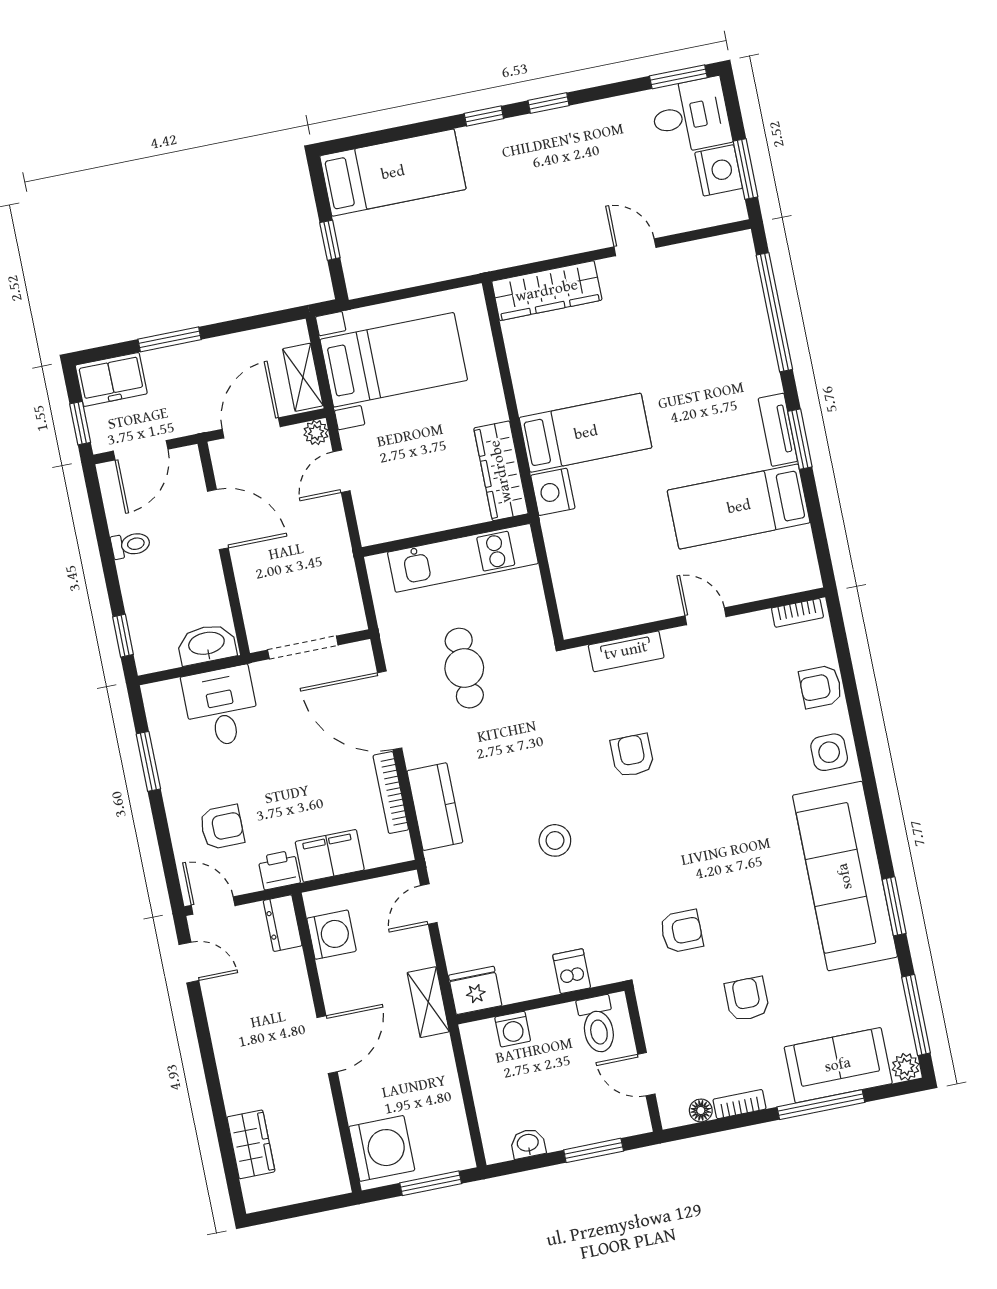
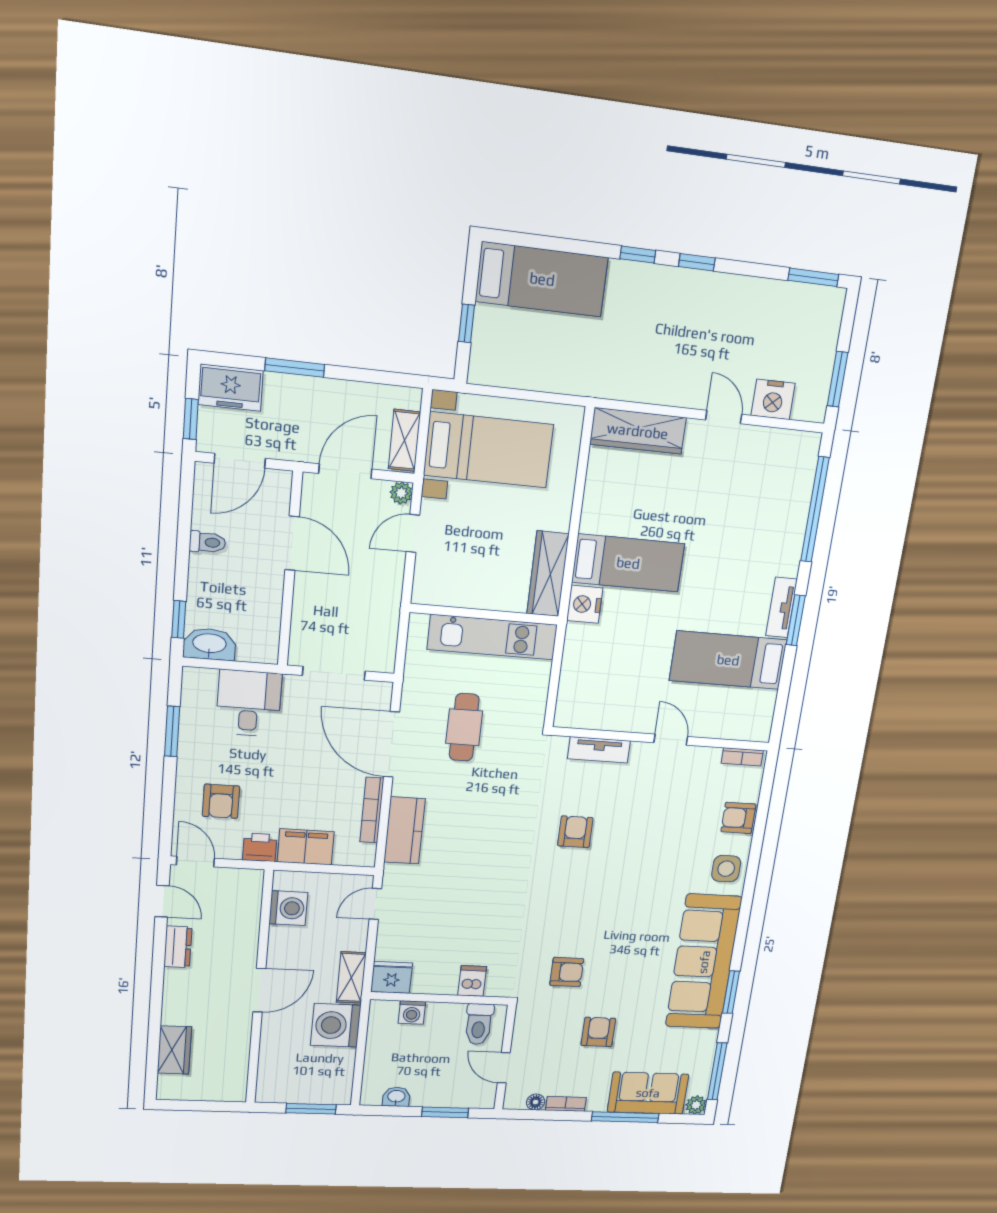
desk: (691, 116) -> (811, 316), removed
nightstand: (719, 170) -> (773, 399), moved, turned 90
washbasin: (207, 644) -> (209, 644), moved
armchair: (222, 827) -> (221, 801), turned 90
stool: (555, 840) -> (492, 881), removed
dresser: (283, 923) -> (178, 947), moved, turned 180
washing machine: (382, 1148) -> (336, 1025), moved, turned 180

